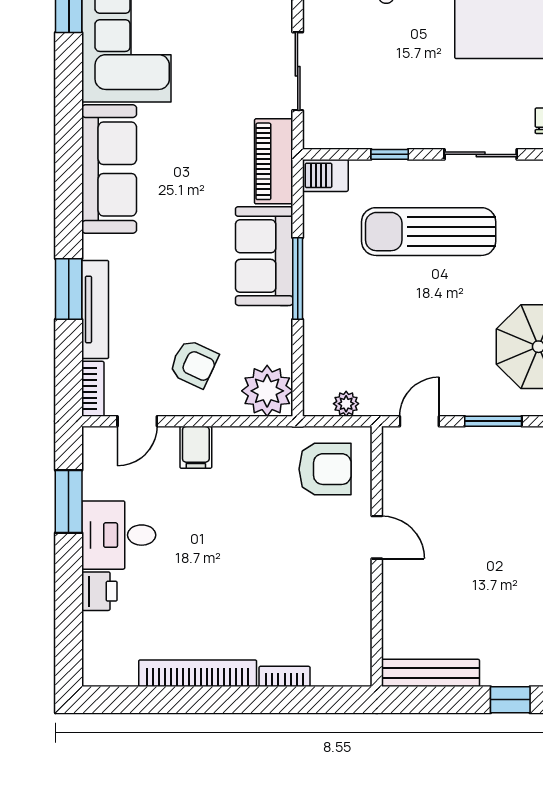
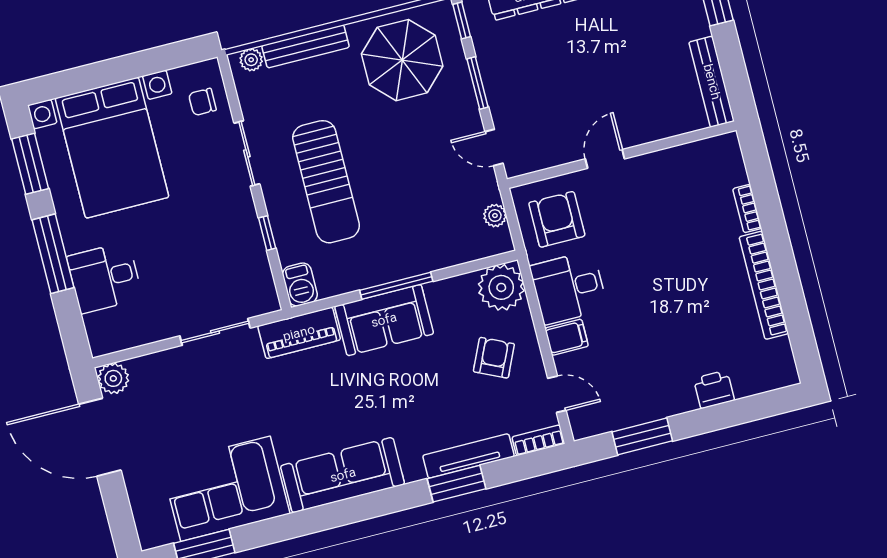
desk: (119, 535) -> (569, 288), moved, turned 90

